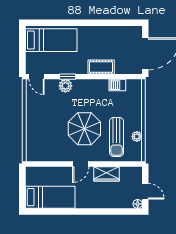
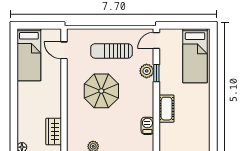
sun lounger: (117, 137) -> (111, 51), moved
door: (81, 164) -> (64, 50), moved
wardrobe: (106, 174) -> (54, 131), moved

